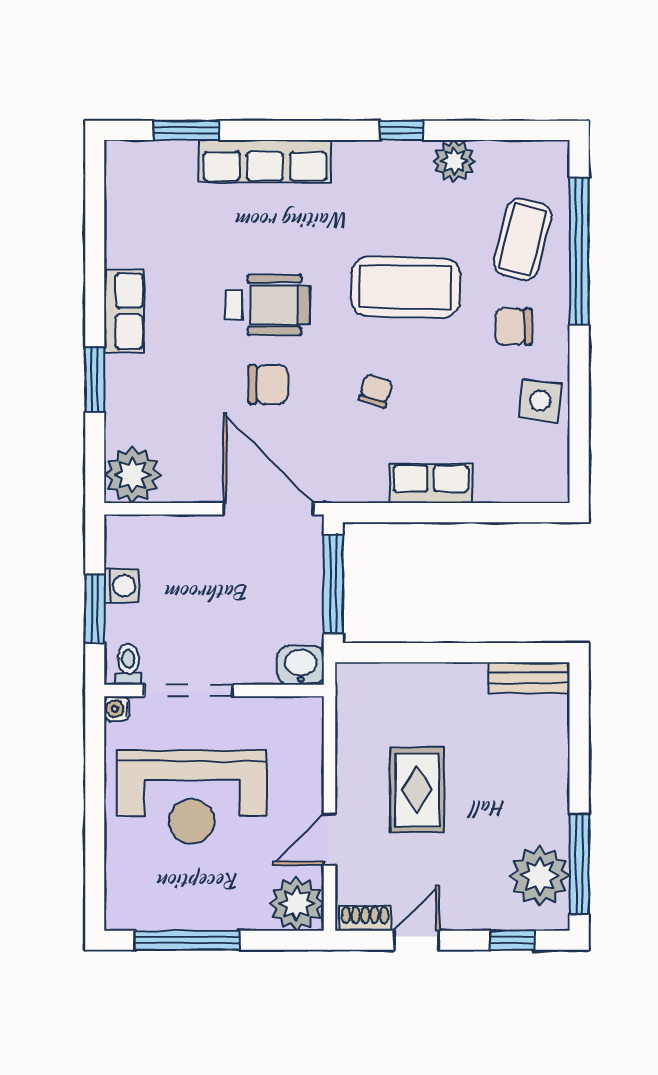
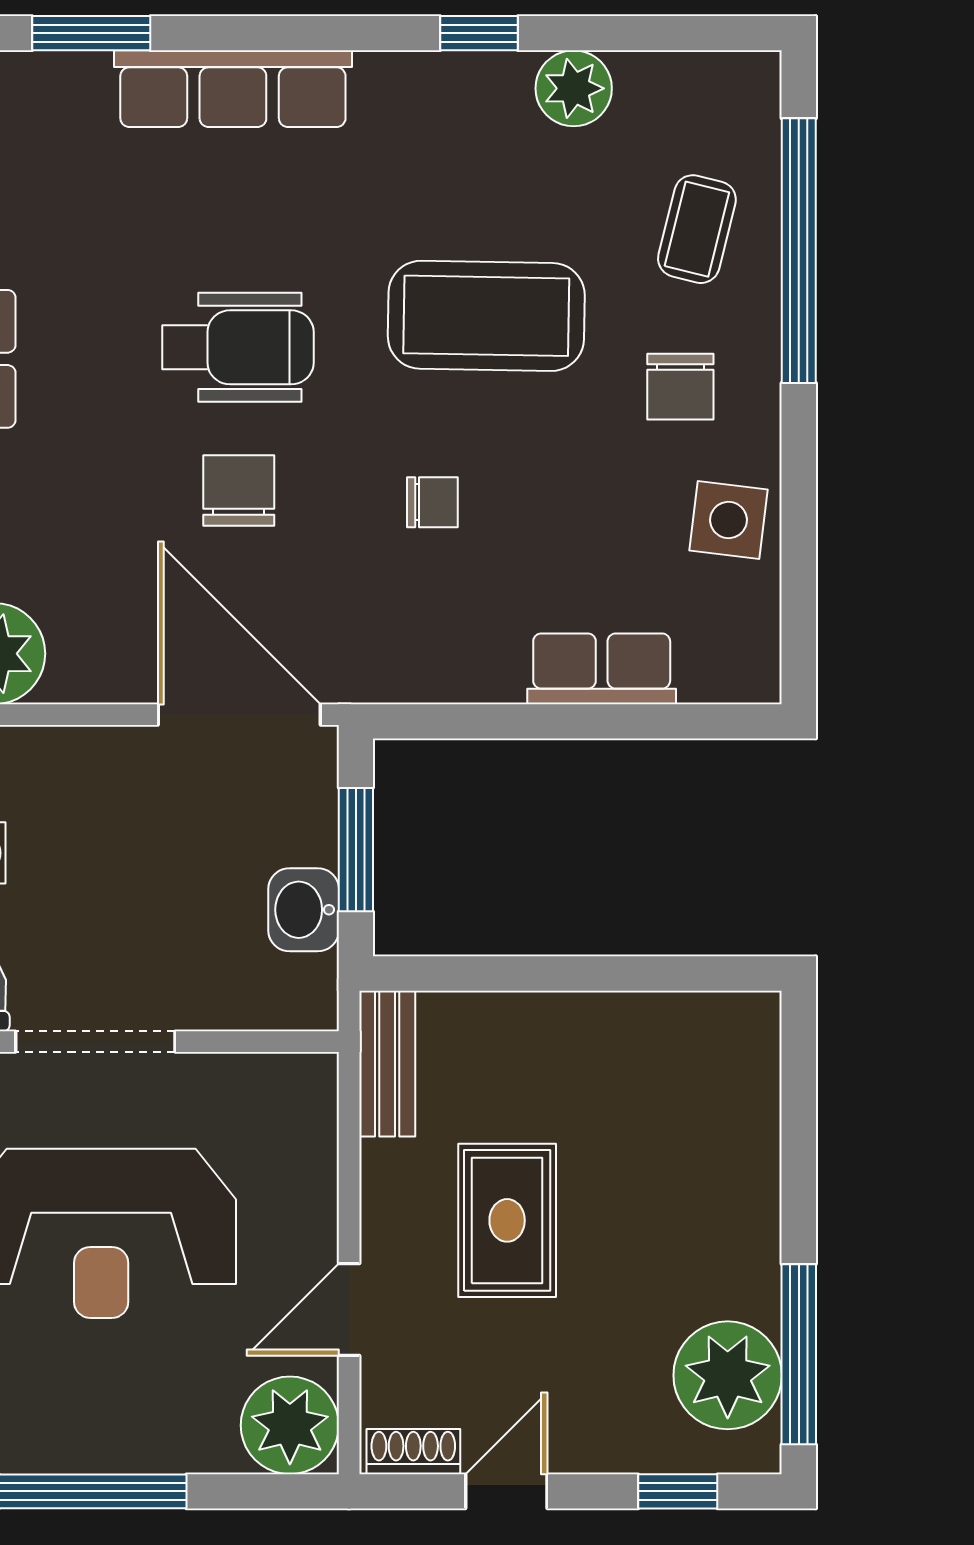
coffee table: (523, 239) -> (697, 229), width x0.73, depth x0.77
chair: (513, 327) -> (680, 387), turned -90
chair: (268, 384) -> (239, 491), turned -90
chair: (376, 391) -> (432, 502), turned 73
row of seats: (431, 483) -> (602, 669), moved
window: (333, 584) -> (356, 850), width x0.69
washbasin: (301, 665) -> (304, 910), moved, turned -90
bench: (529, 678) -> (387, 1064), moved, turned 90

